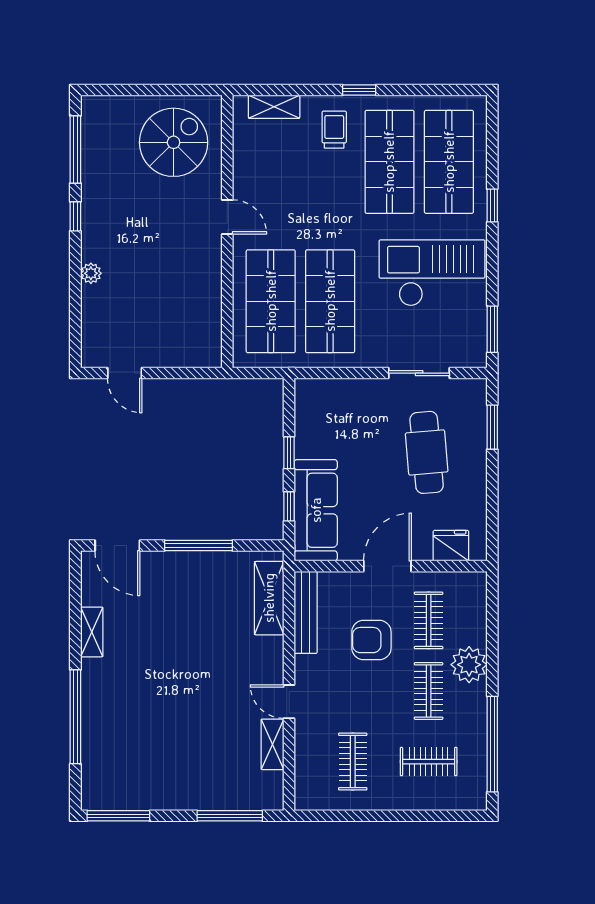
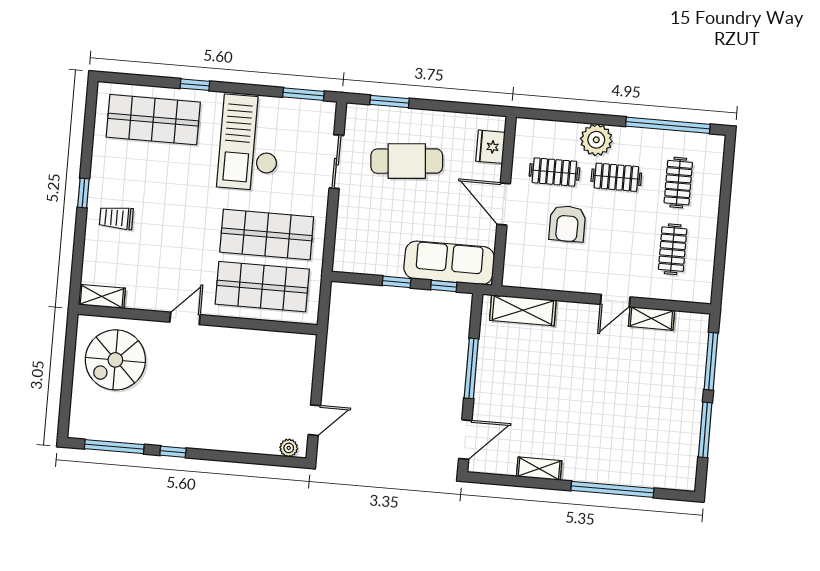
shelving: (274, 107) -> (102, 296), moved, turned 90
spiral stairs: (174, 142) -> (115, 360), turned -90
shop shelf: (389, 162) -> (149, 172), removed
plant: (91, 273) -> (289, 448), moved
bench: (306, 612) -> (538, 279), removed
clothes rail: (353, 762) -> (673, 249), turned 90
window: (118, 816) -> (705, 430), moved

